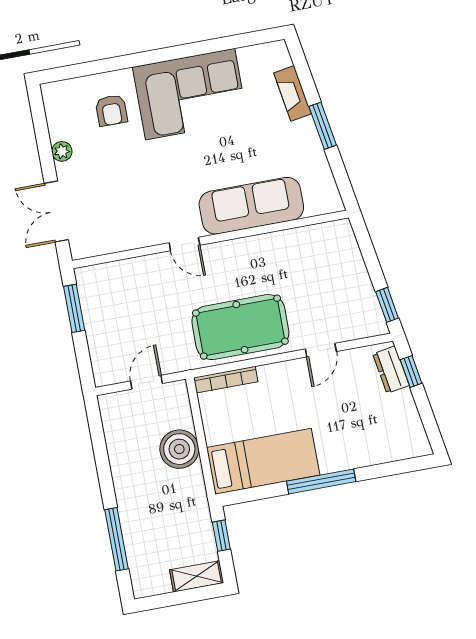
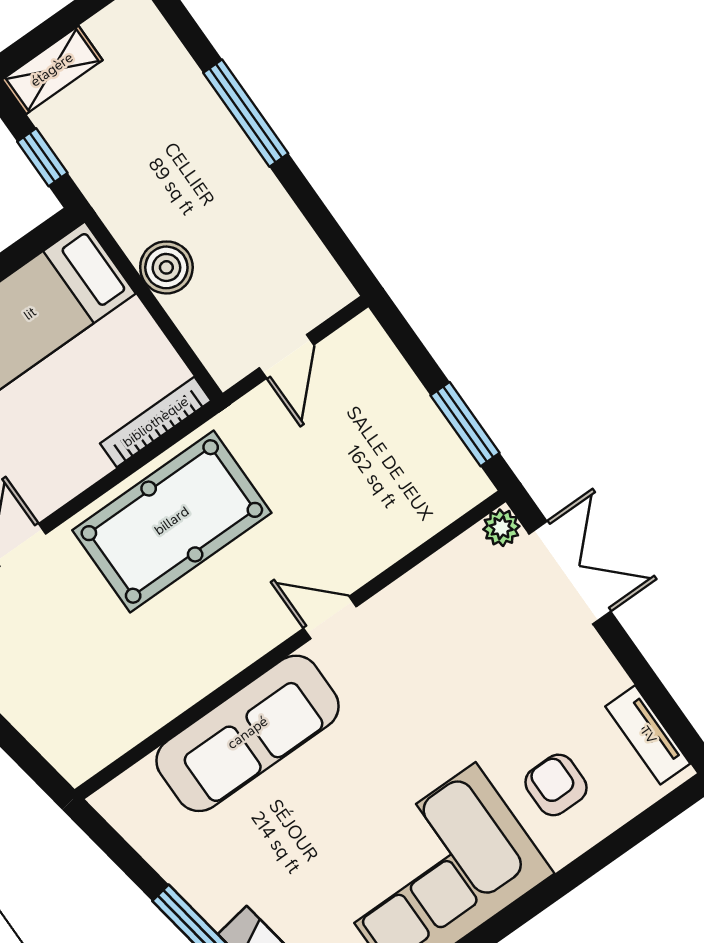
tv unit: (55, 114) -> (648, 735), added
plant: (62, 151) -> (501, 528), moved
boiler: (179, 449) -> (166, 267), width x0.73, depth x0.73
window: (116, 539) -> (246, 113), moved

